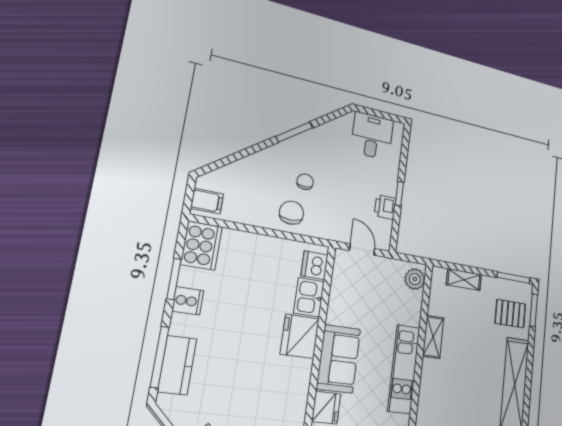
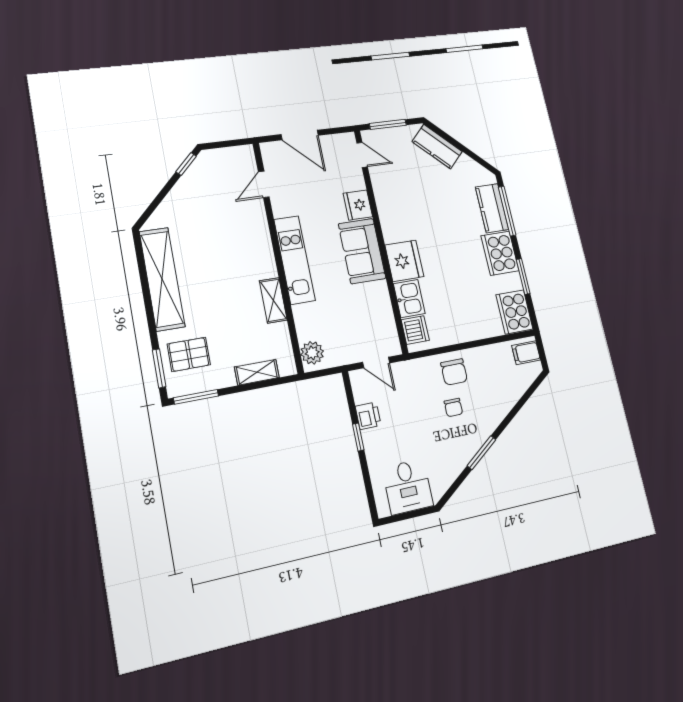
cooker: (188, 301) -> (500, 253), width x1.87, depth x1.31

